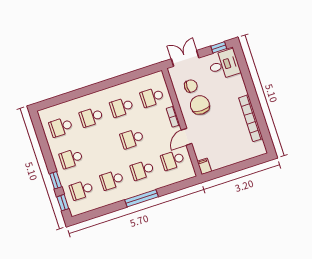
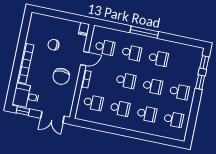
chair: (191, 86) -> (54, 45), moved
bookcase: (251, 118) -> (25, 63), moved
school desk: (81, 190) -> (153, 86), moved

